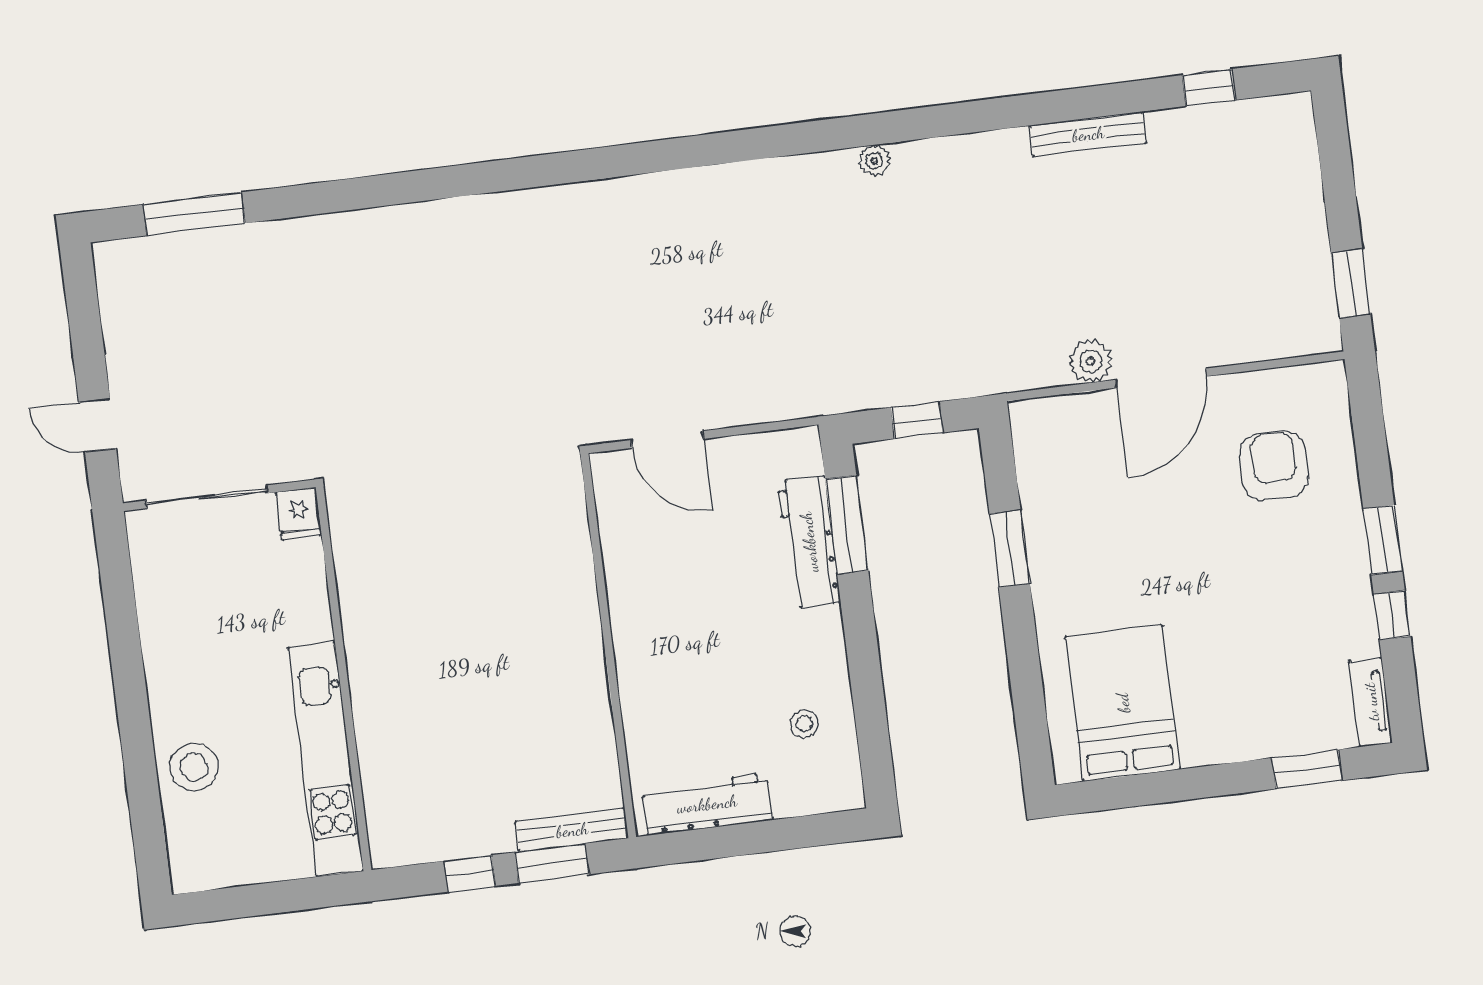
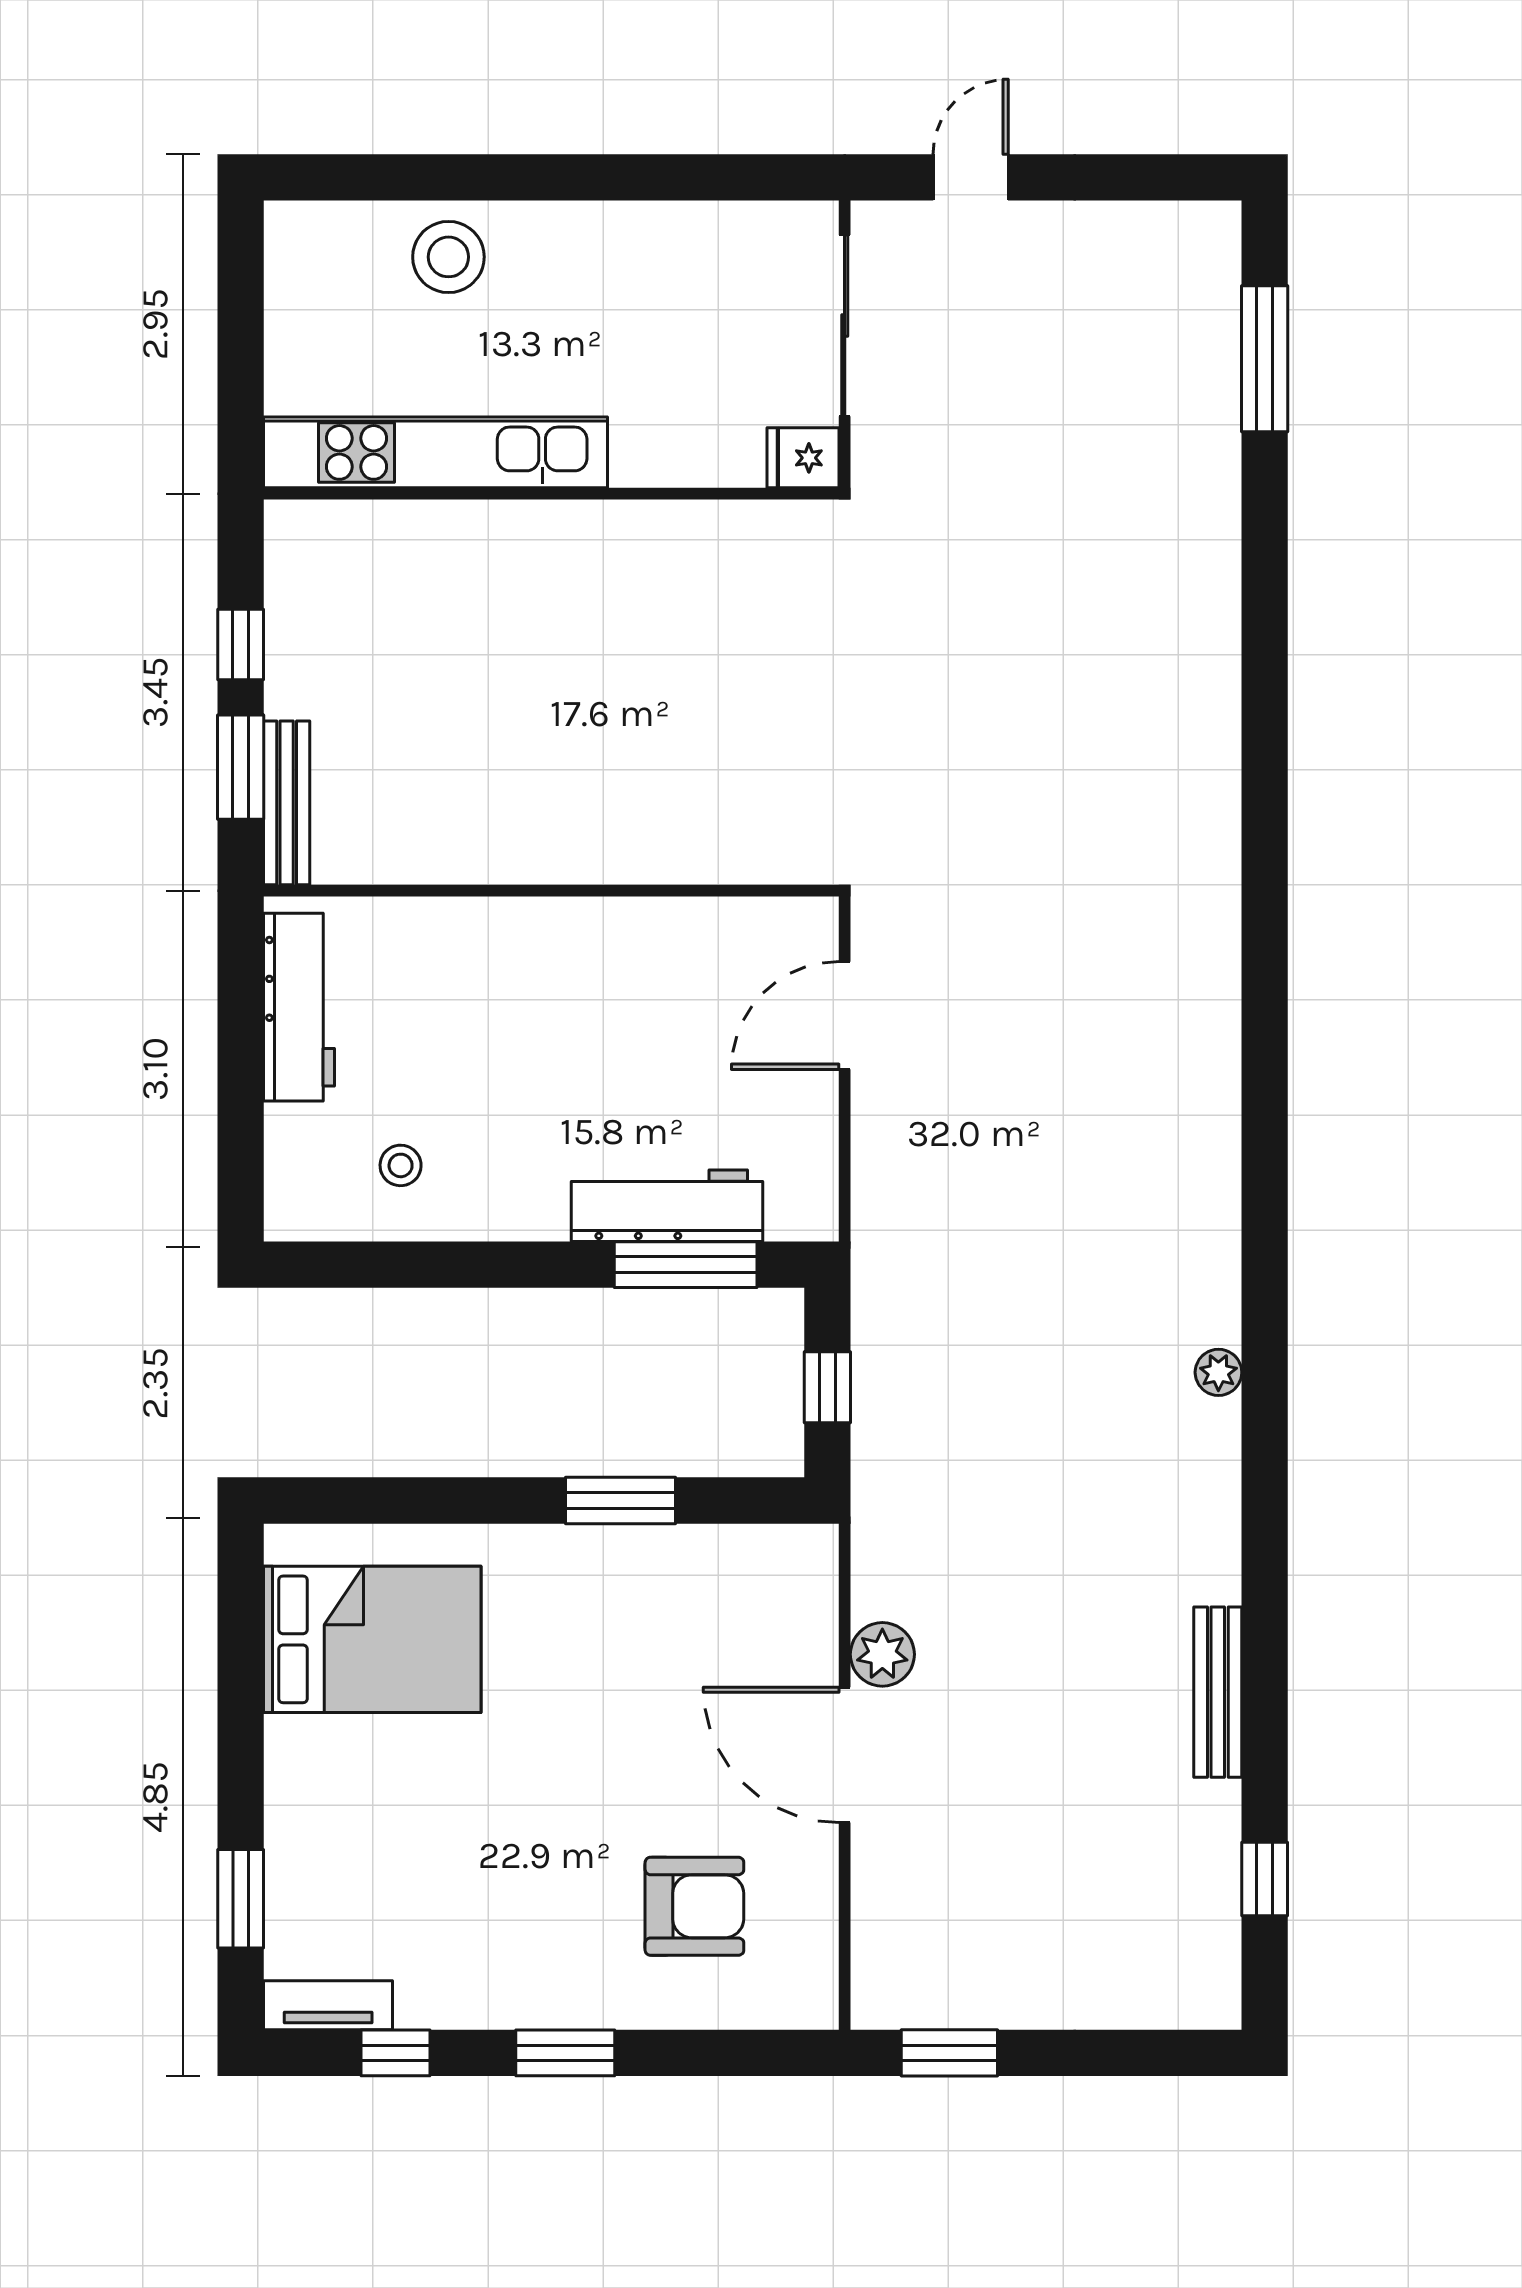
window: (1392, 615) -> (396, 2053), moved

